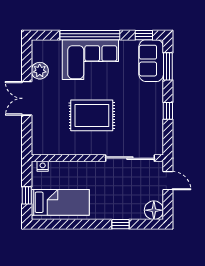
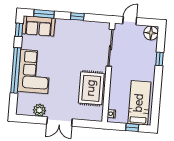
rug: (92, 115) -> (91, 88), moved

